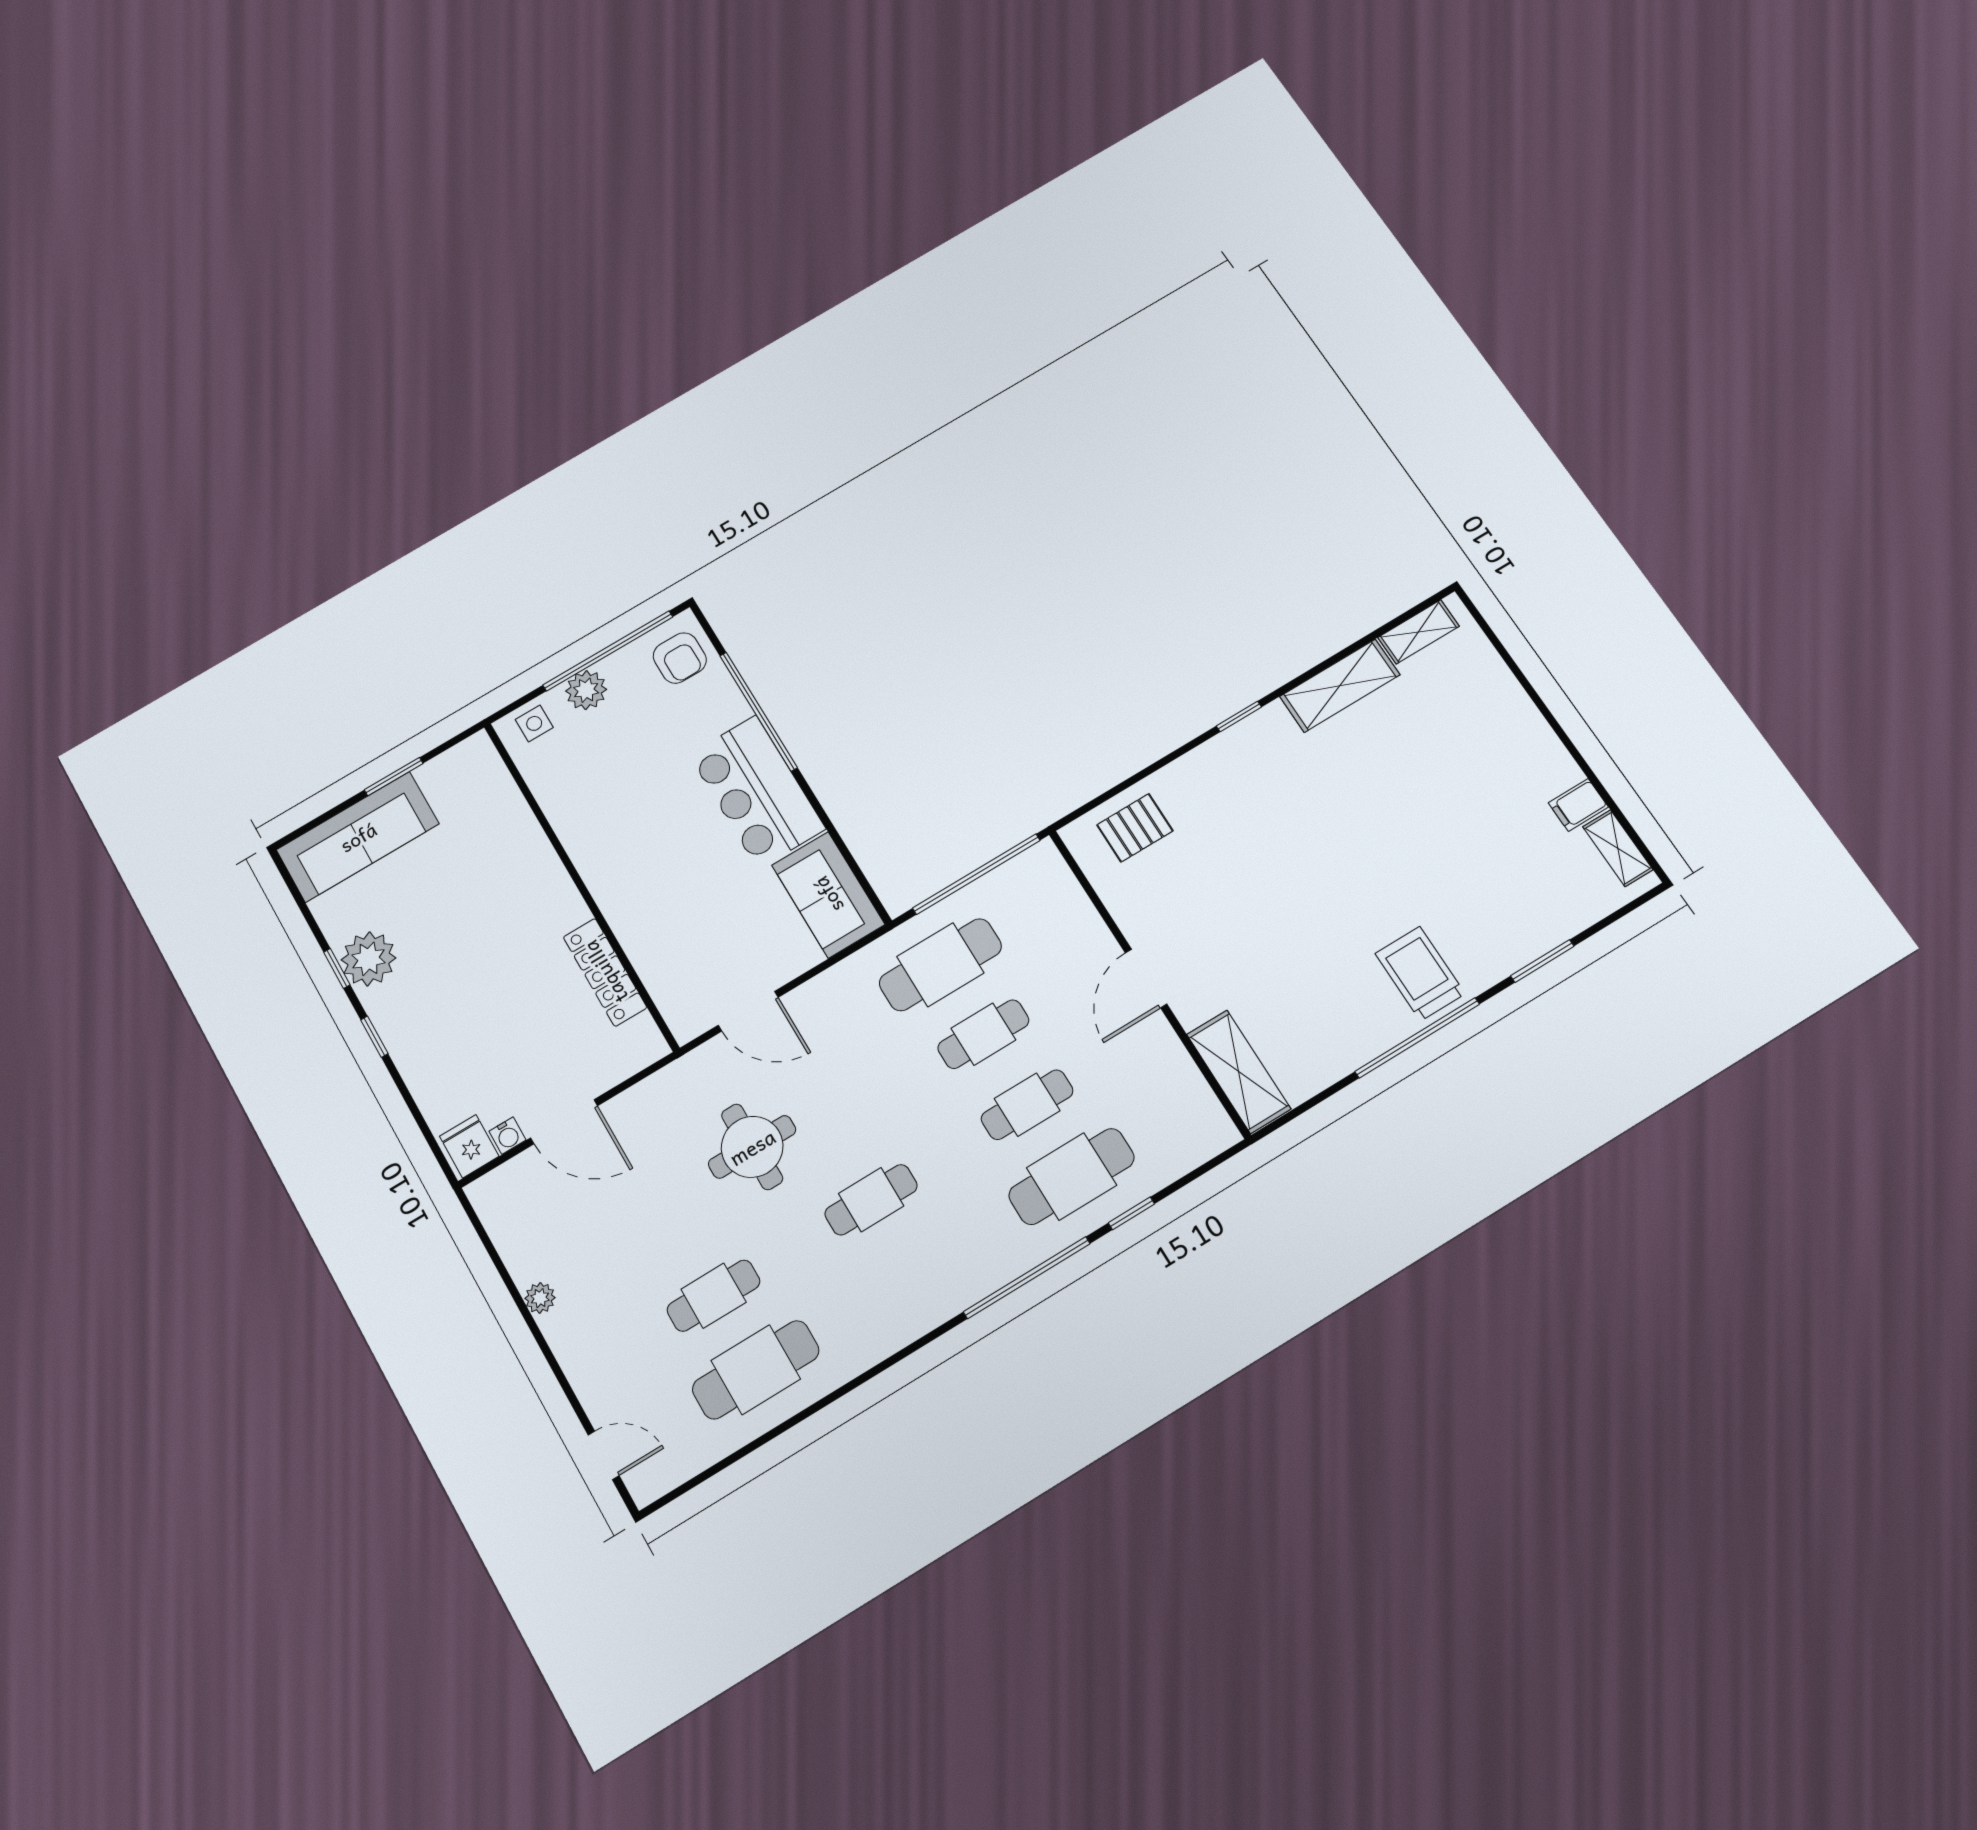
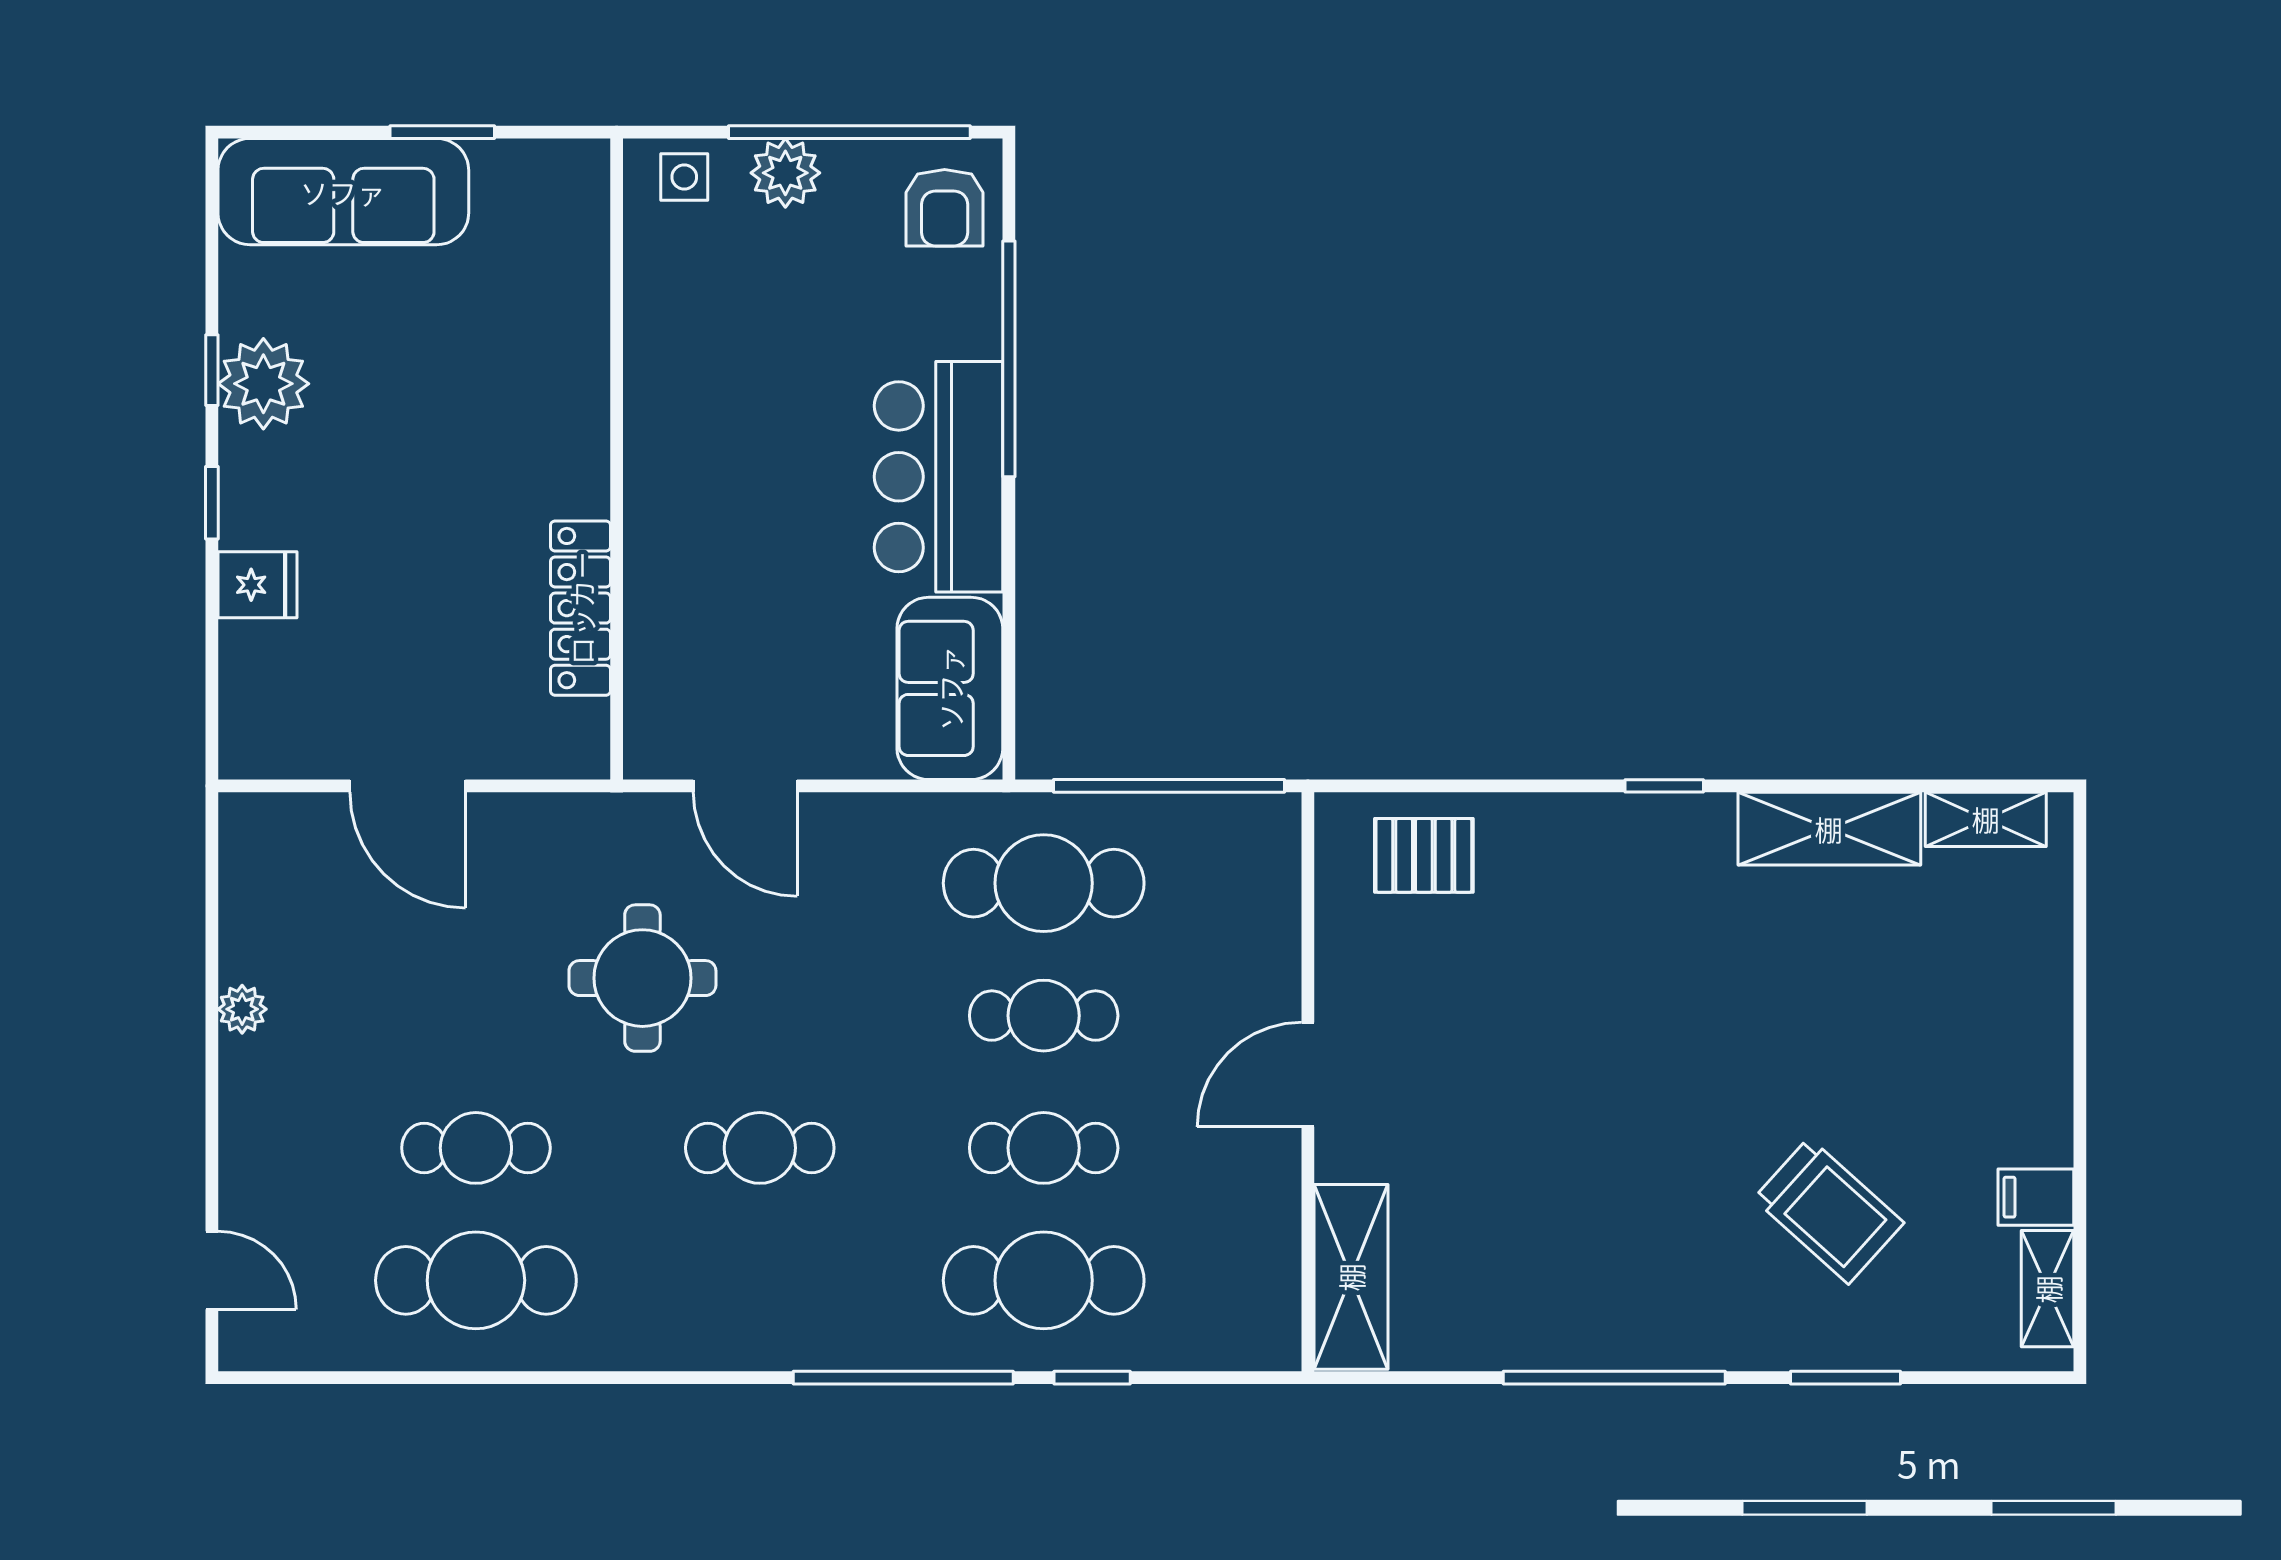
trolley: (1420, 974) -> (1829, 1211), moved, turned 132
water cooler: (507, 1136) -> (320, 758), removed
fridge: (469, 1146) -> (258, 585), moved, turned 90

